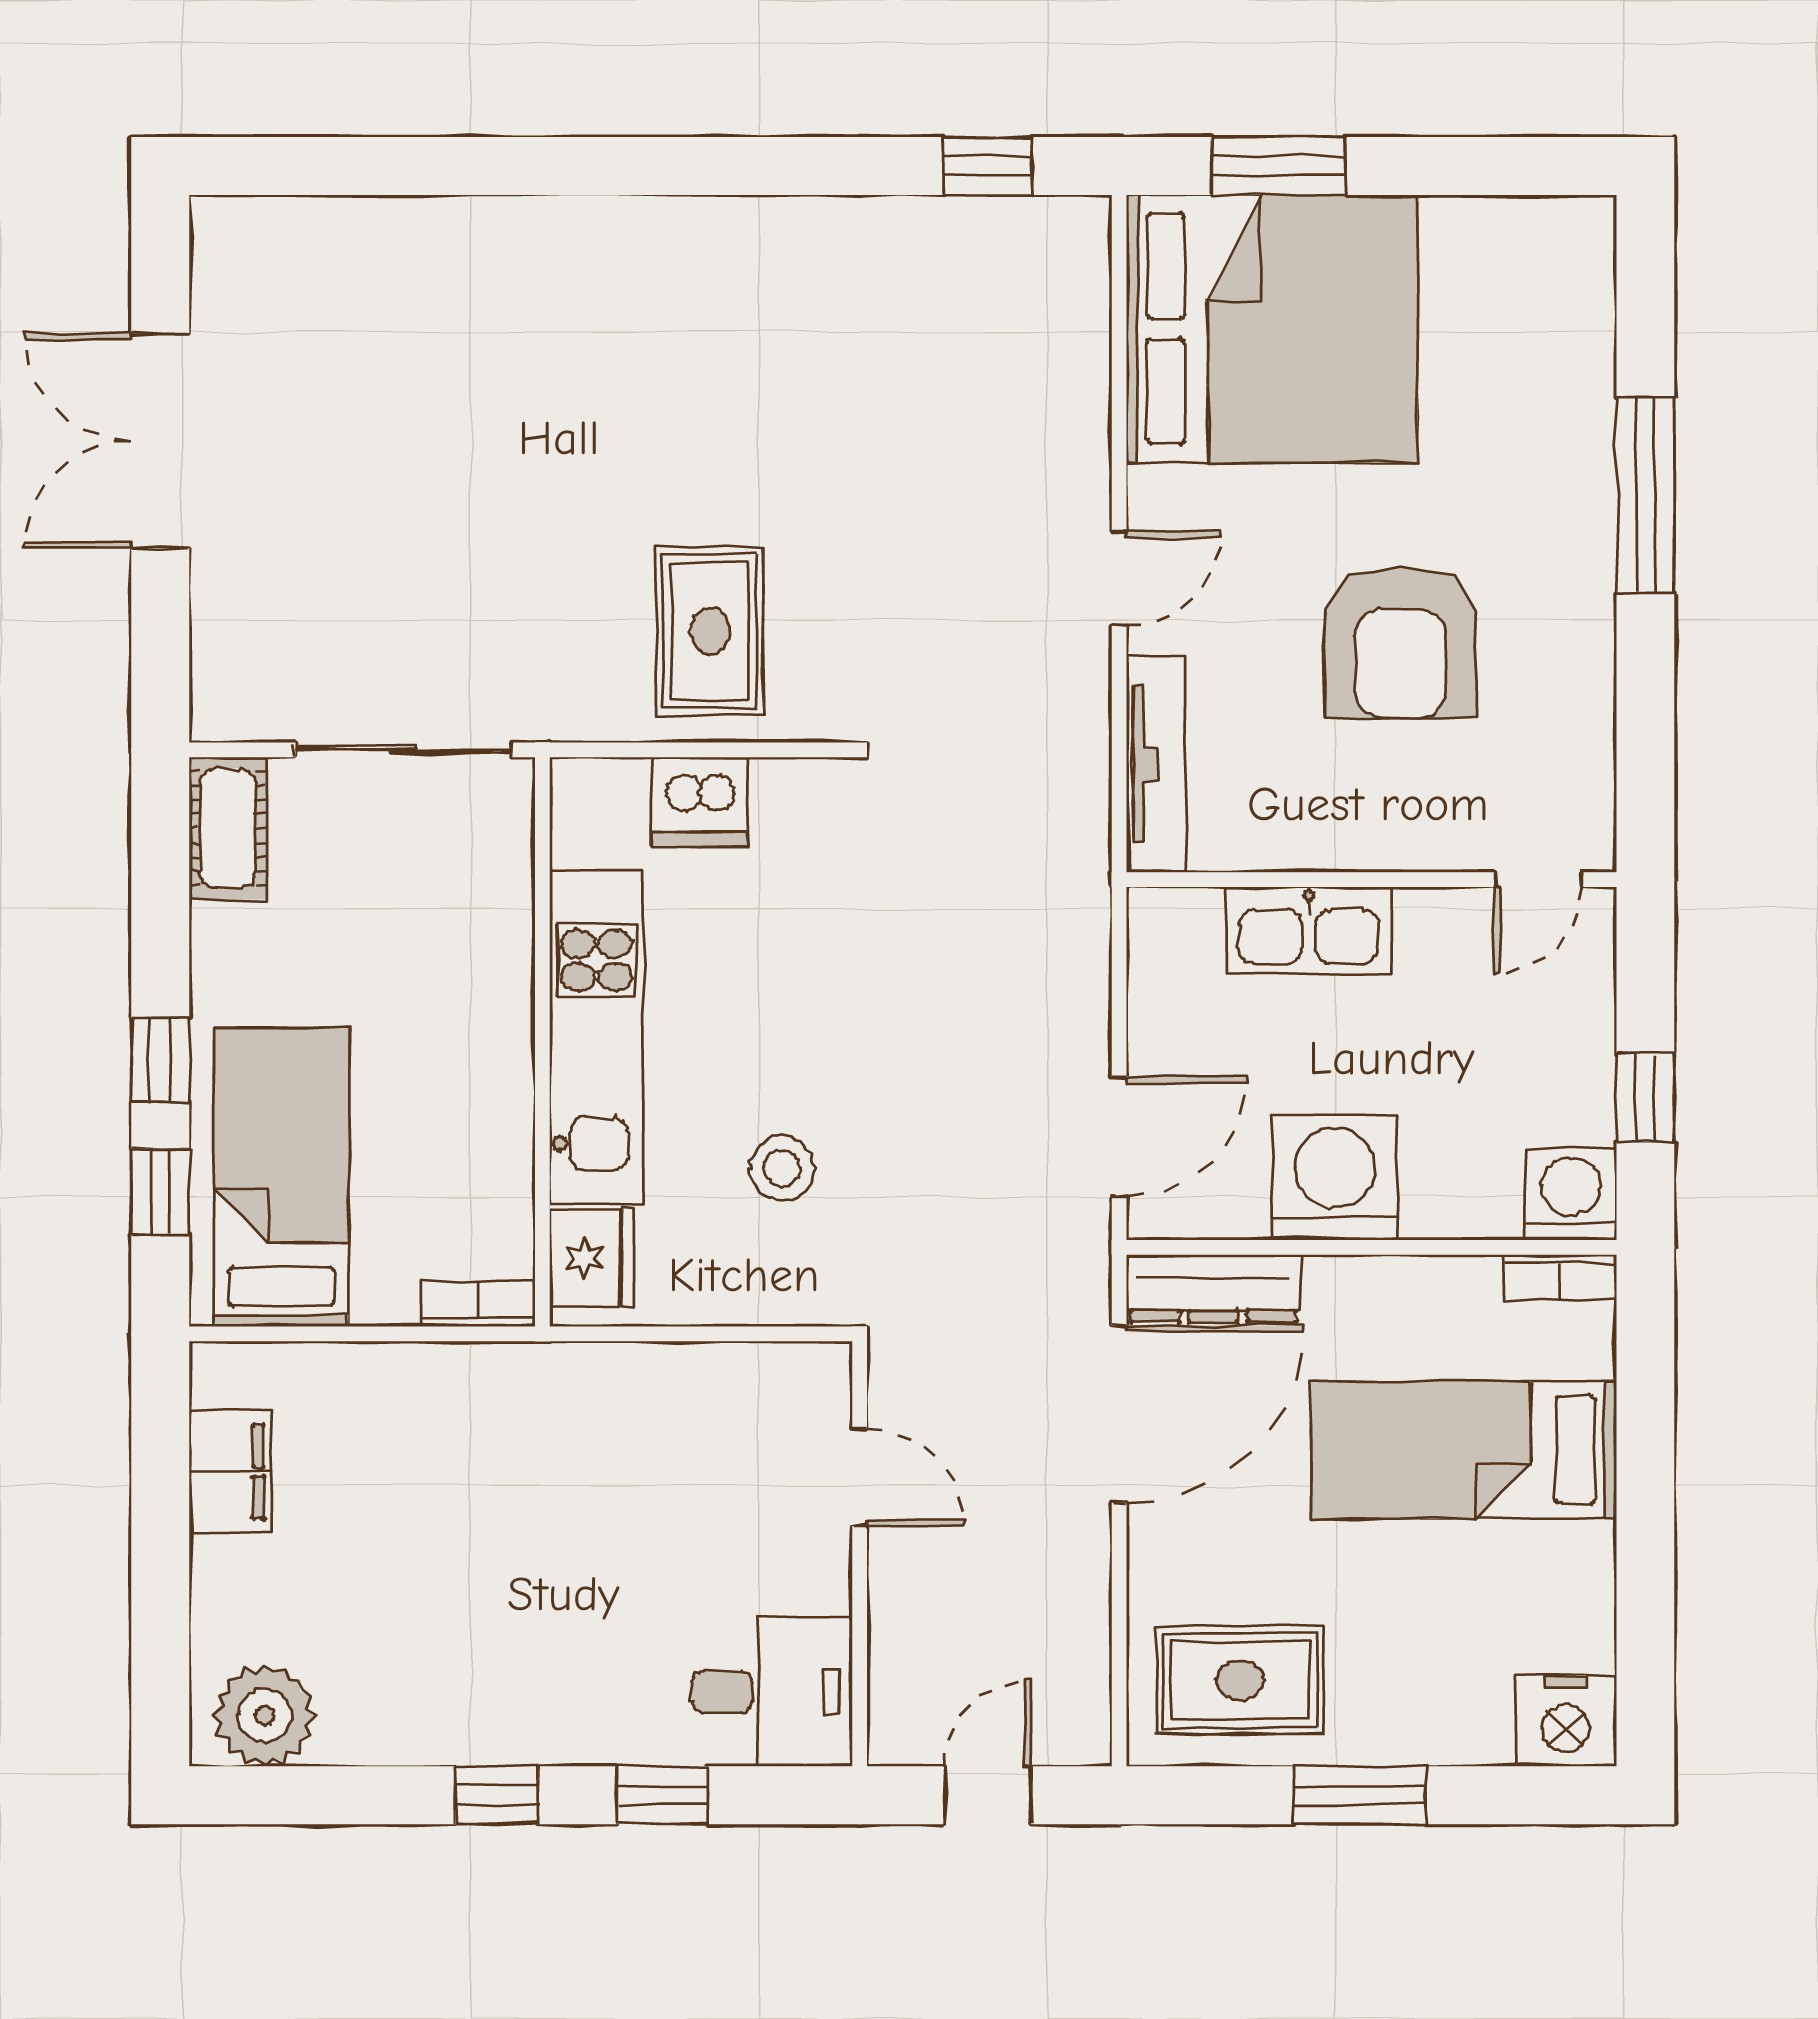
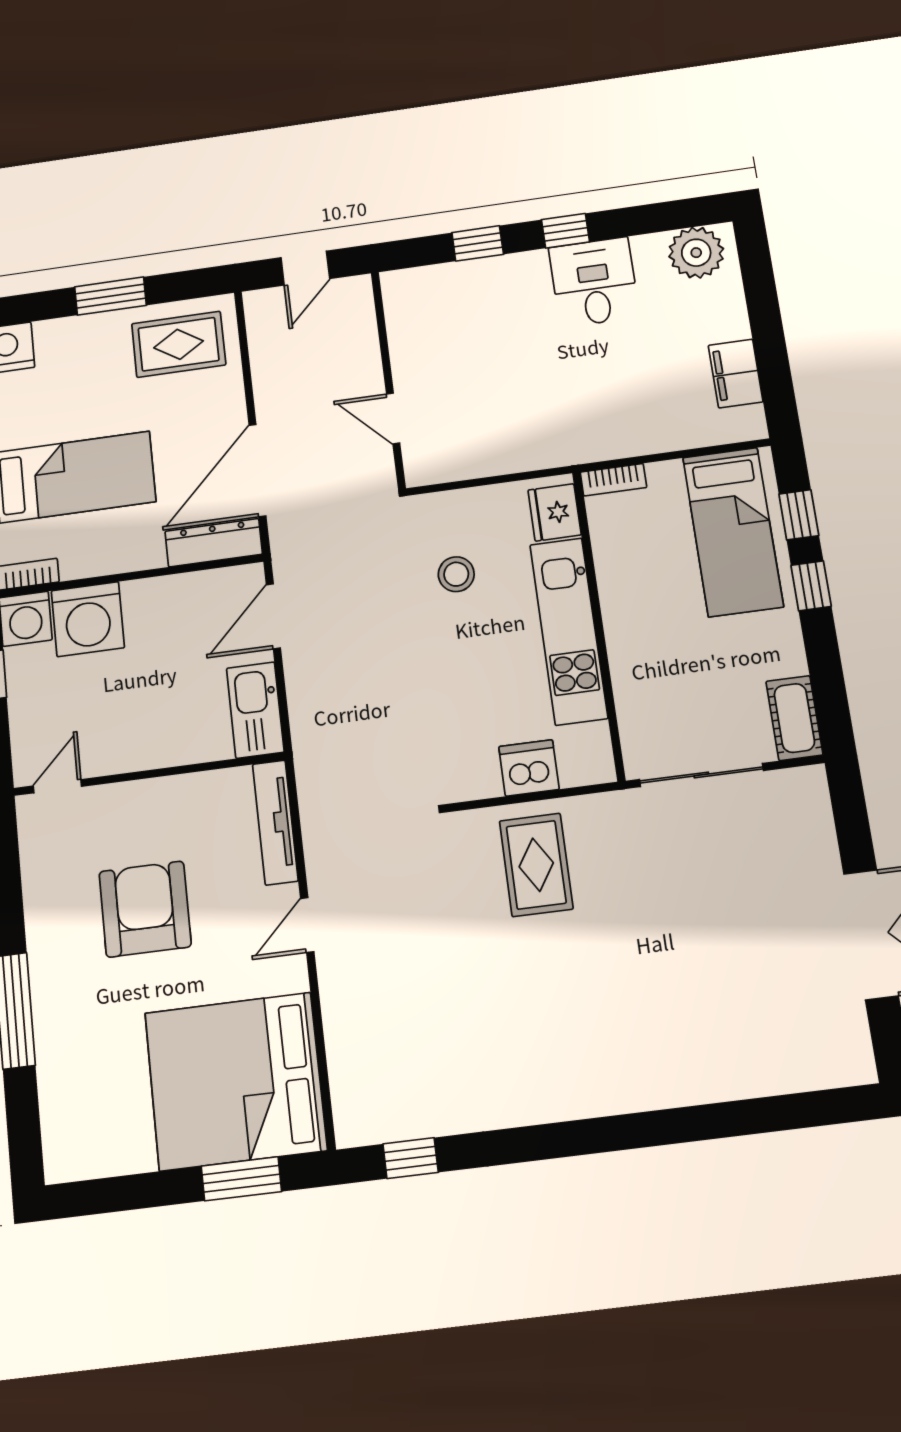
kitchen sink: (1309, 930) -> (255, 710), moved, turned -90
washing machine: (1335, 1178) -> (88, 619), moved
desk: (772, 1692) -> (594, 282), moved, turned 90

